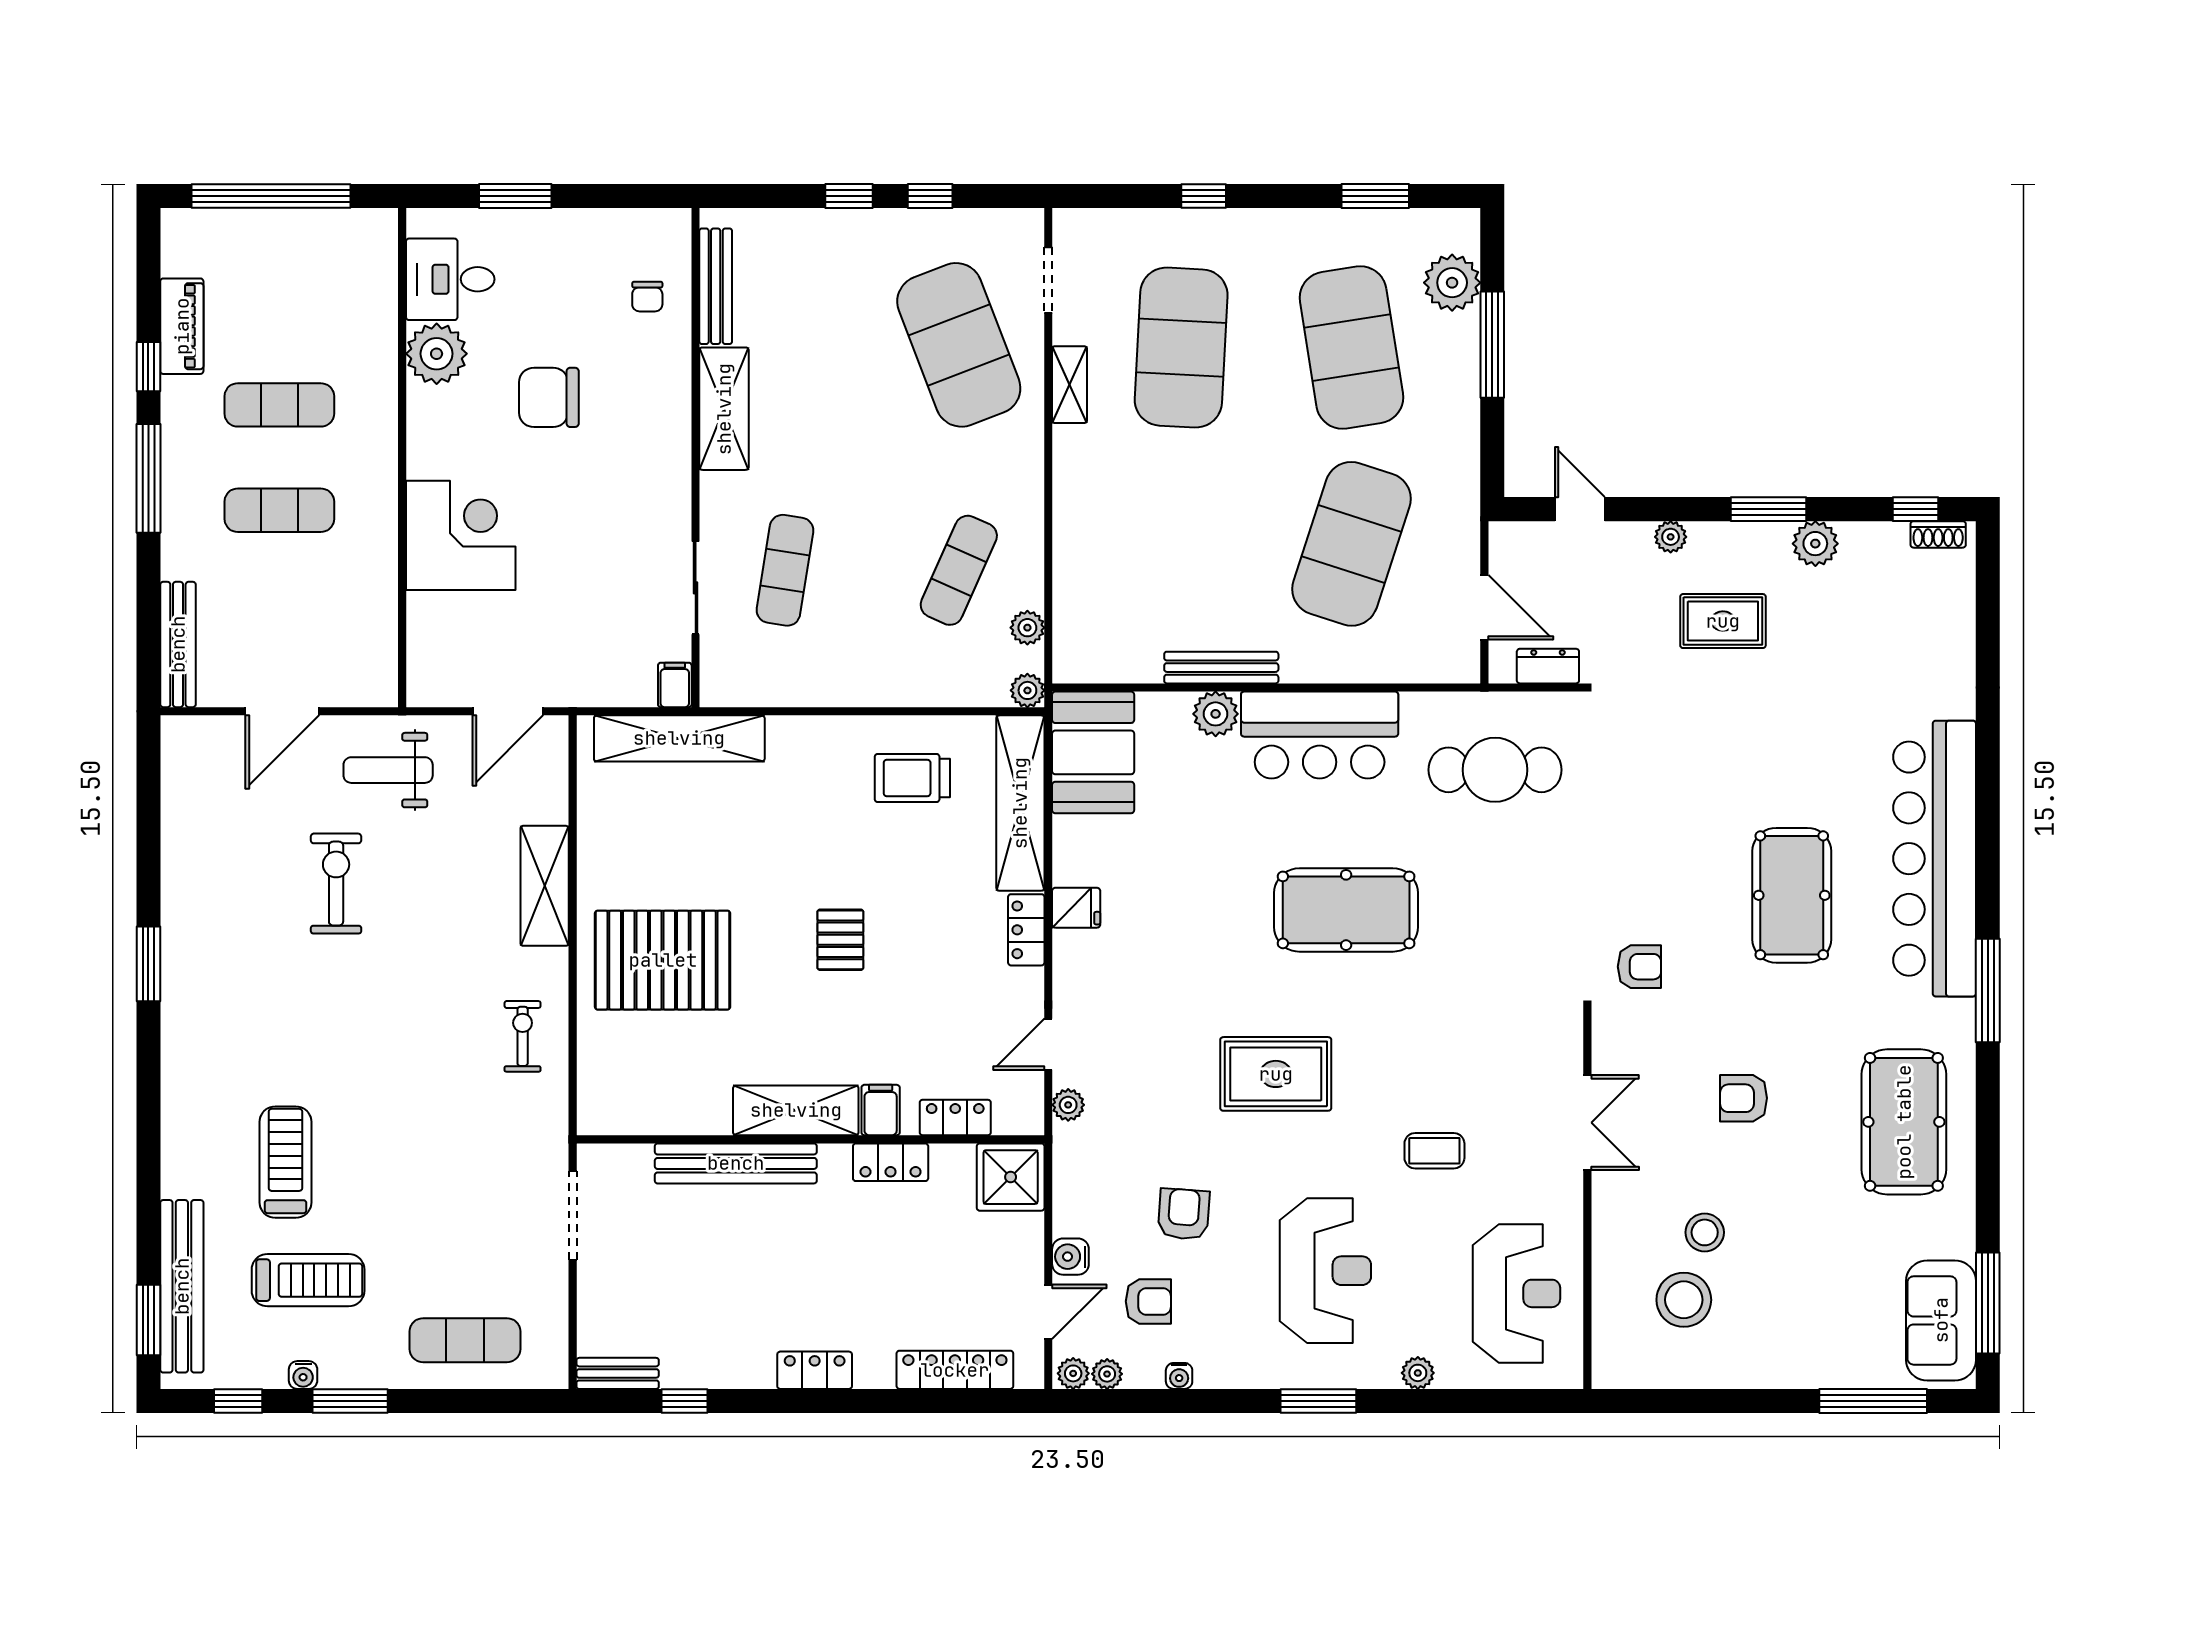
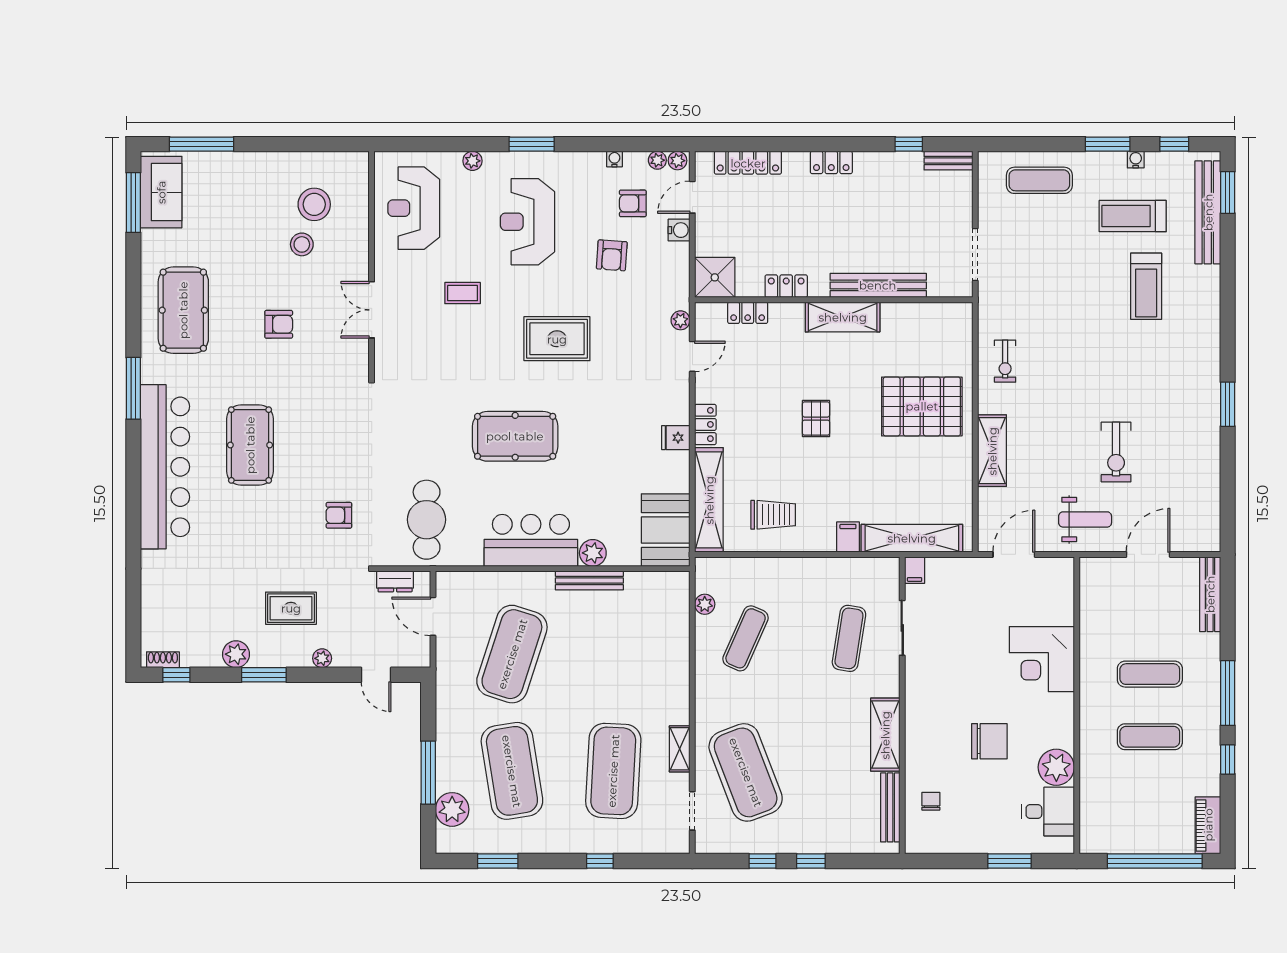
piano: (182, 326) -> (1208, 825), moved
plant: (1027, 690) -> (705, 567), removed
cafe table: (1495, 770) -> (427, 520), turned 90
armchair: (1639, 967) -> (339, 515), moved
filing cabinet: (881, 1110) -> (848, 537), moved, turned 180

